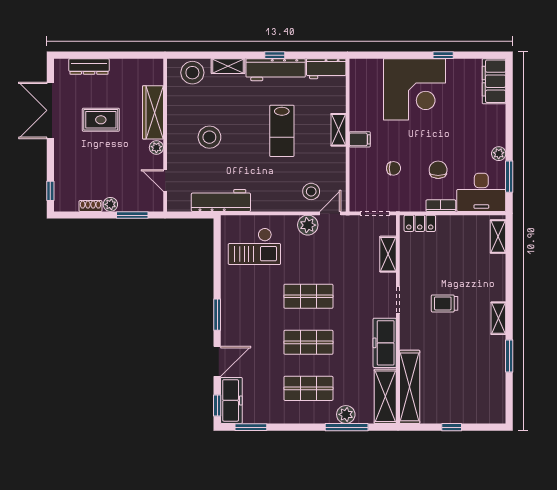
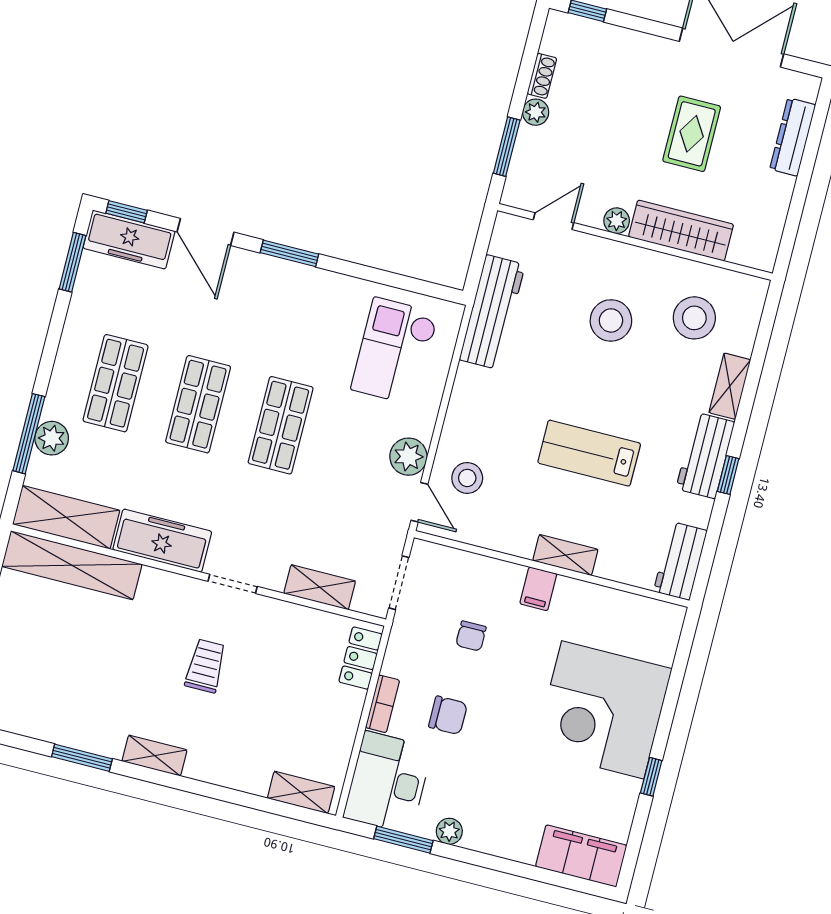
workbench: (276, 70) -> (705, 455), width x0.73
stool: (192, 73) -> (694, 318), moved

